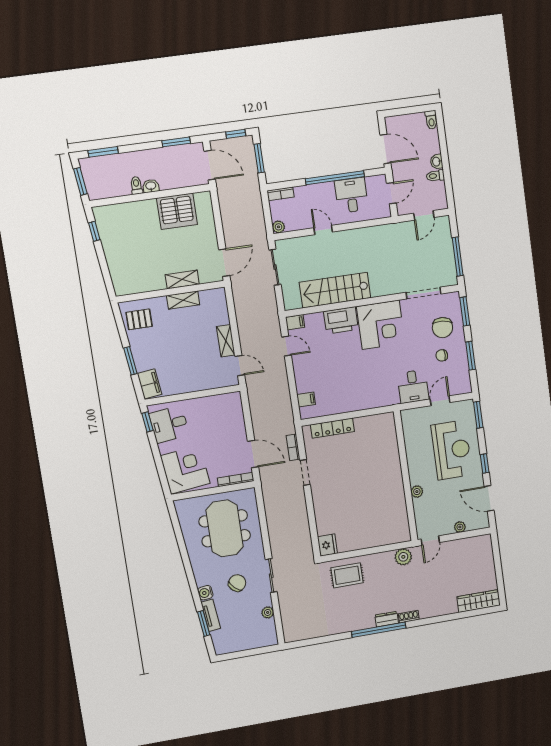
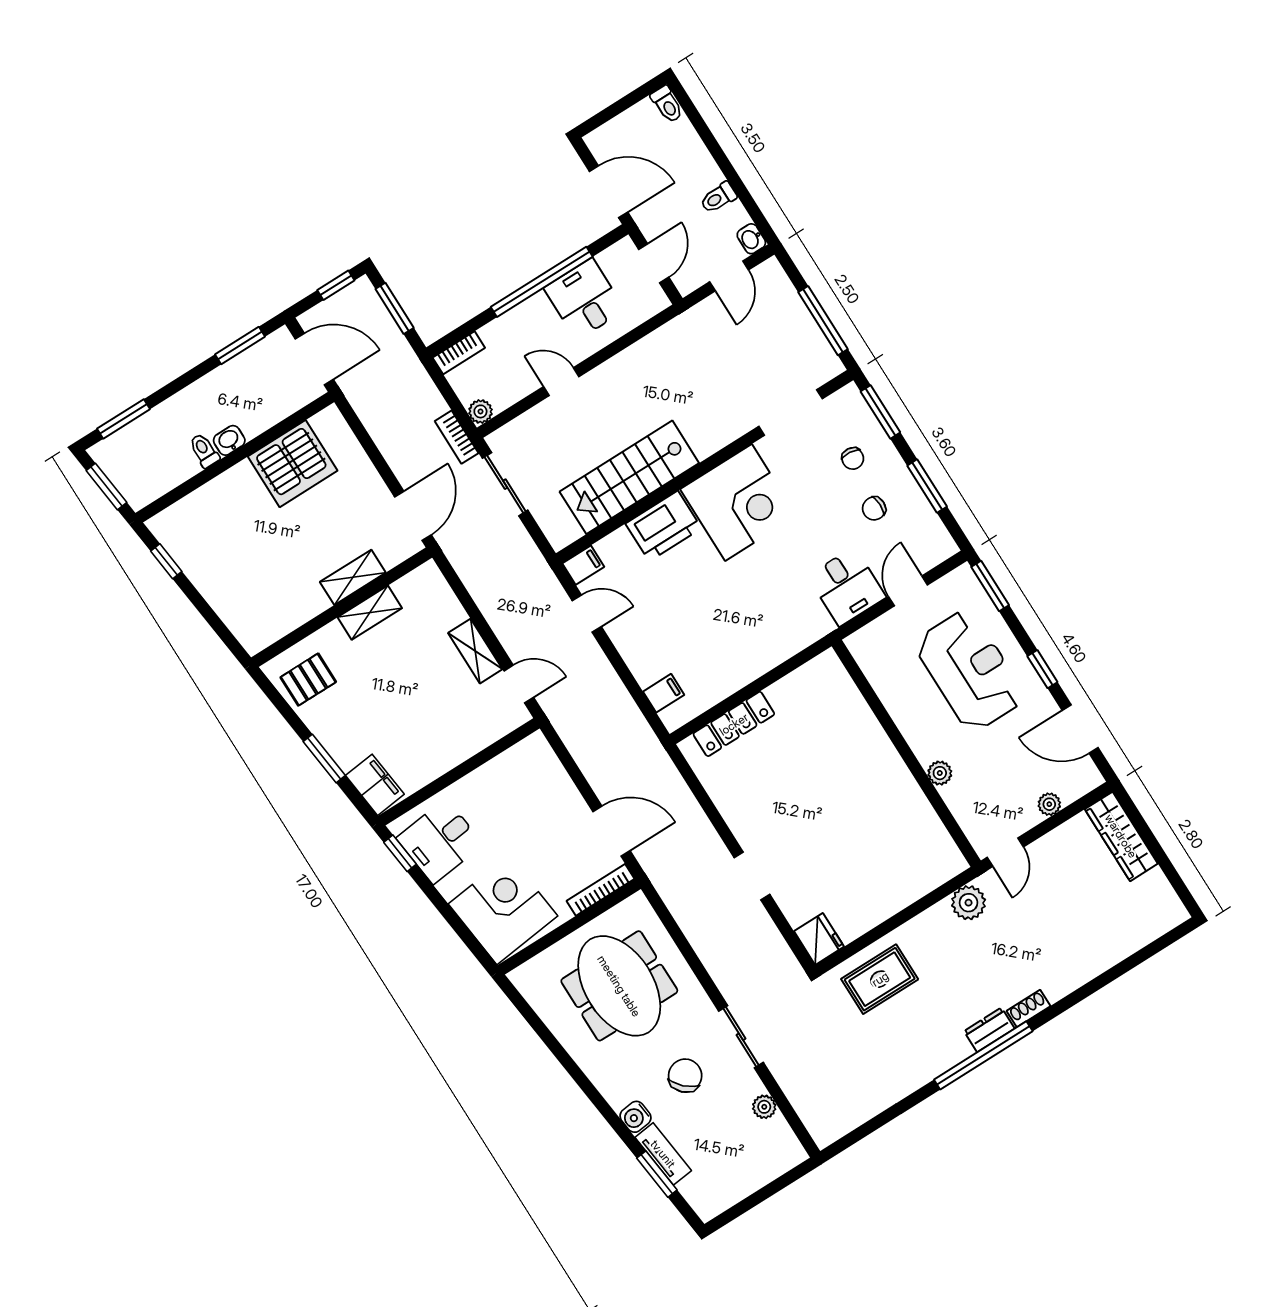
washbasin: (437, 162) -> (751, 239), moved
chair: (442, 328) -> (853, 458), width x0.54, depth x0.54
bookcase: (293, 447) -> (457, 437), moved
doorway: (305, 473) -> (752, 876), moved
wardrobe: (479, 601) -> (1121, 836), moved, turned -90

